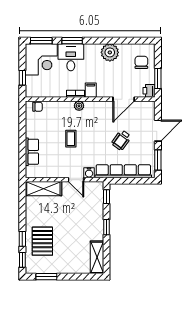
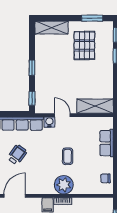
plant: (79, 106) -> (64, 185), width x1.88, depth x1.88
chair: (38, 107) -> (105, 178), moved
pallet: (42, 241) -> (84, 45), moved
shelving: (97, 257) -> (52, 28), moved, turned 90

